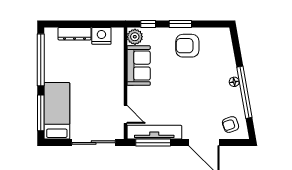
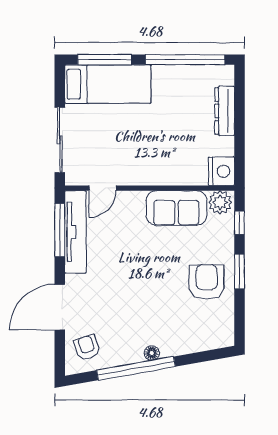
nightstand: (101, 36) -> (221, 171), moved

